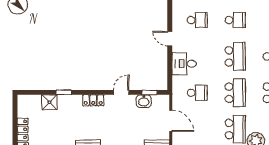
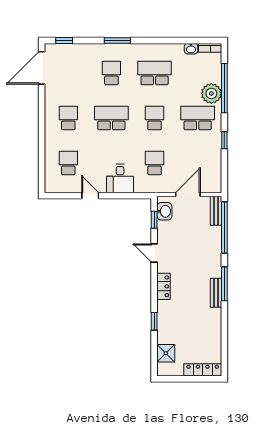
door: (170, 39) -> (90, 196), swing flipped
school desk: (235, 93) -> (155, 118), width x0.54
washbasin: (144, 101) -> (164, 211), moved
shower: (49, 102) -> (166, 353), moved

